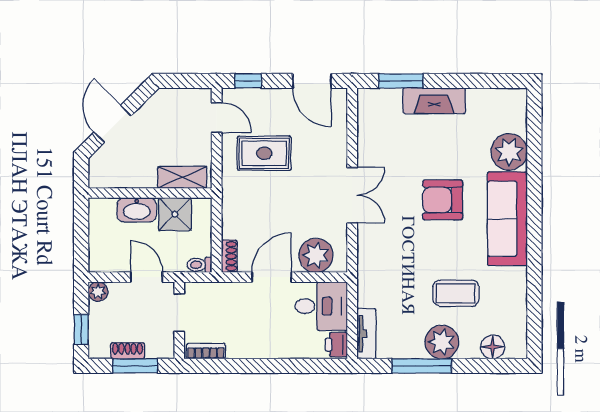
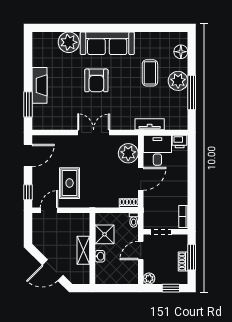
shelving: (182, 177) -> (83, 250), moved
washbasin: (137, 210) -> (100, 256), width x0.52, depth x0.69
door: (271, 277) -> (141, 179), swing flipped
tv unit: (366, 334) -> (150, 124), moved

